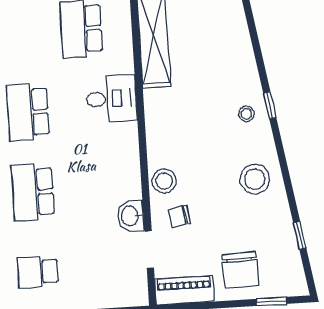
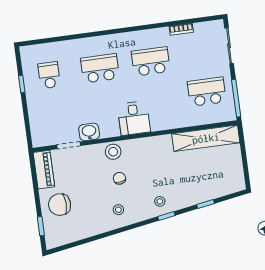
desk: (111, 99) -> (134, 118), moved
stool: (255, 179) -> (118, 210), width x0.53, depth x0.53
chair: (179, 216) -> (119, 178), moved
window: (300, 235) -> (206, 204), moved

